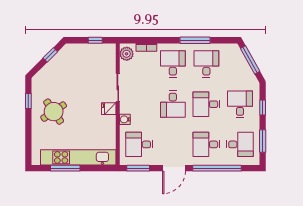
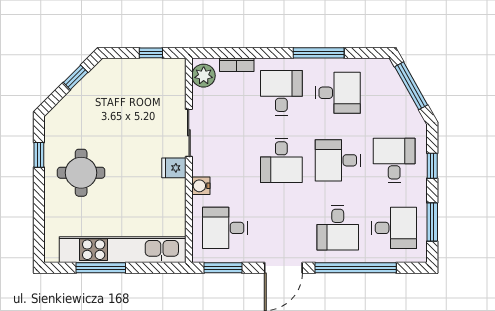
desk: (206, 64) -> (338, 93), turned 90
round table: (54, 112) -> (81, 173), turned 34
desk: (206, 144) -> (338, 228), turned -90

